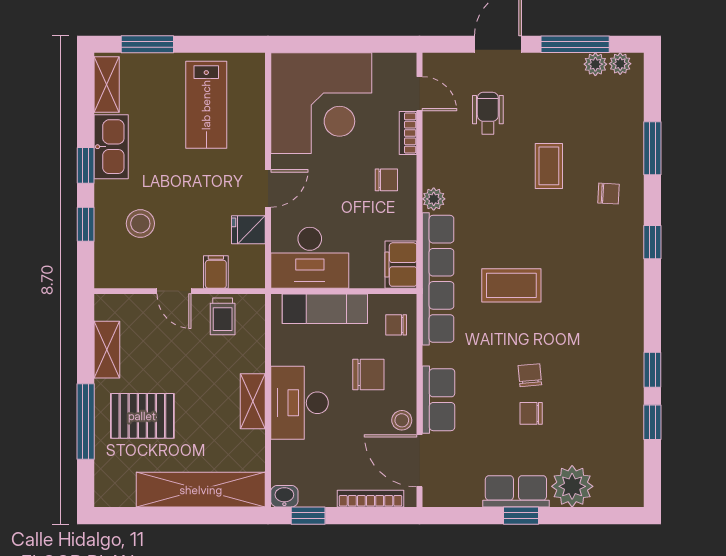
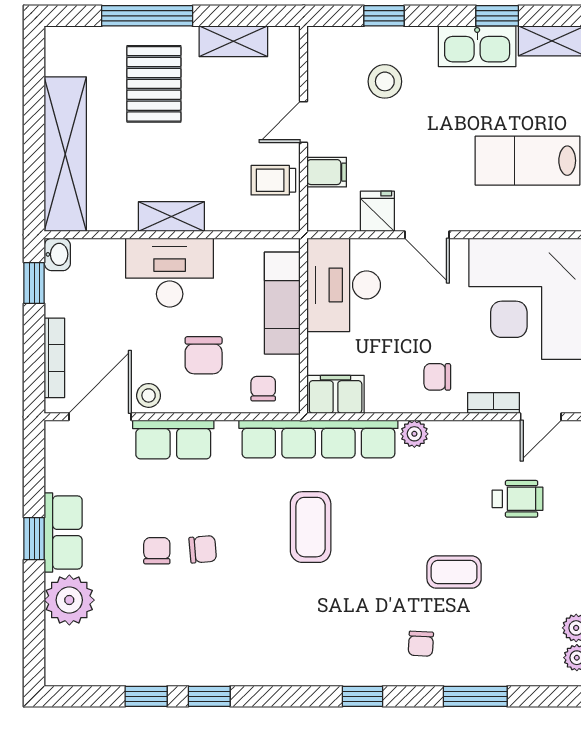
window: (86, 165) -> (497, 16), moved
chair: (386, 180) -> (437, 377), turned 90

